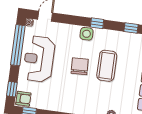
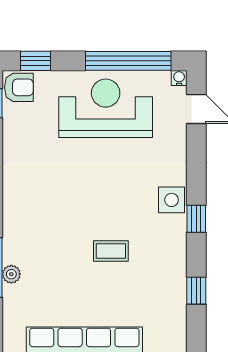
chair: (80, 66) -> (102, 195), removed
coffee table: (107, 66) -> (111, 251), width x0.54, depth x0.58
armchair: (23, 99) -> (19, 87), turned -90

